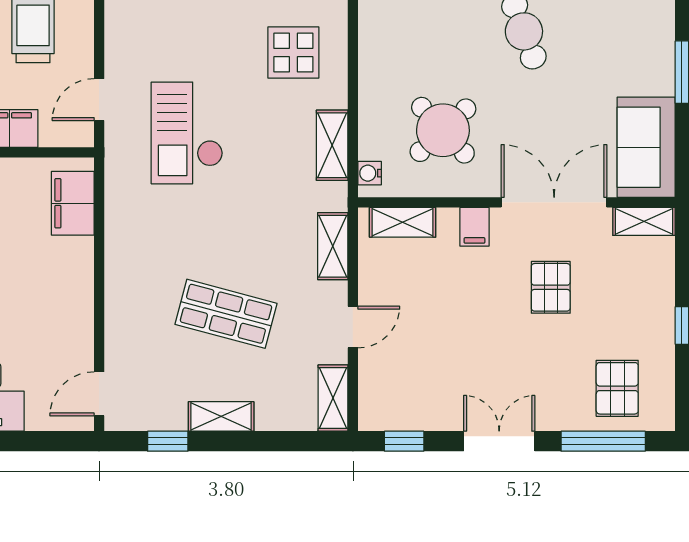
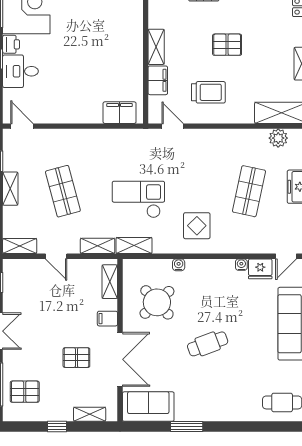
checkout: (187, 133) -> (138, 199), moved
shelving: (332, 145) -> (134, 246), moved
water cooler: (370, 173) -> (179, 265), moved
shelving: (644, 221) -> (90, 414), moved, turned 90
shop shelf: (226, 314) -> (63, 191), turned -30

